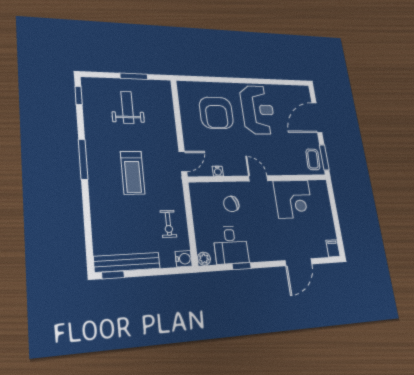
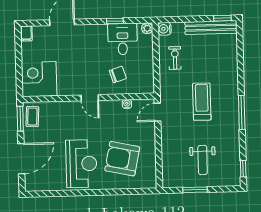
reception desk: (258, 110) -> (81, 164), turned 180
armchair: (216, 113) -> (122, 159), turned -78
corner desk: (293, 199) -> (39, 79), moved

